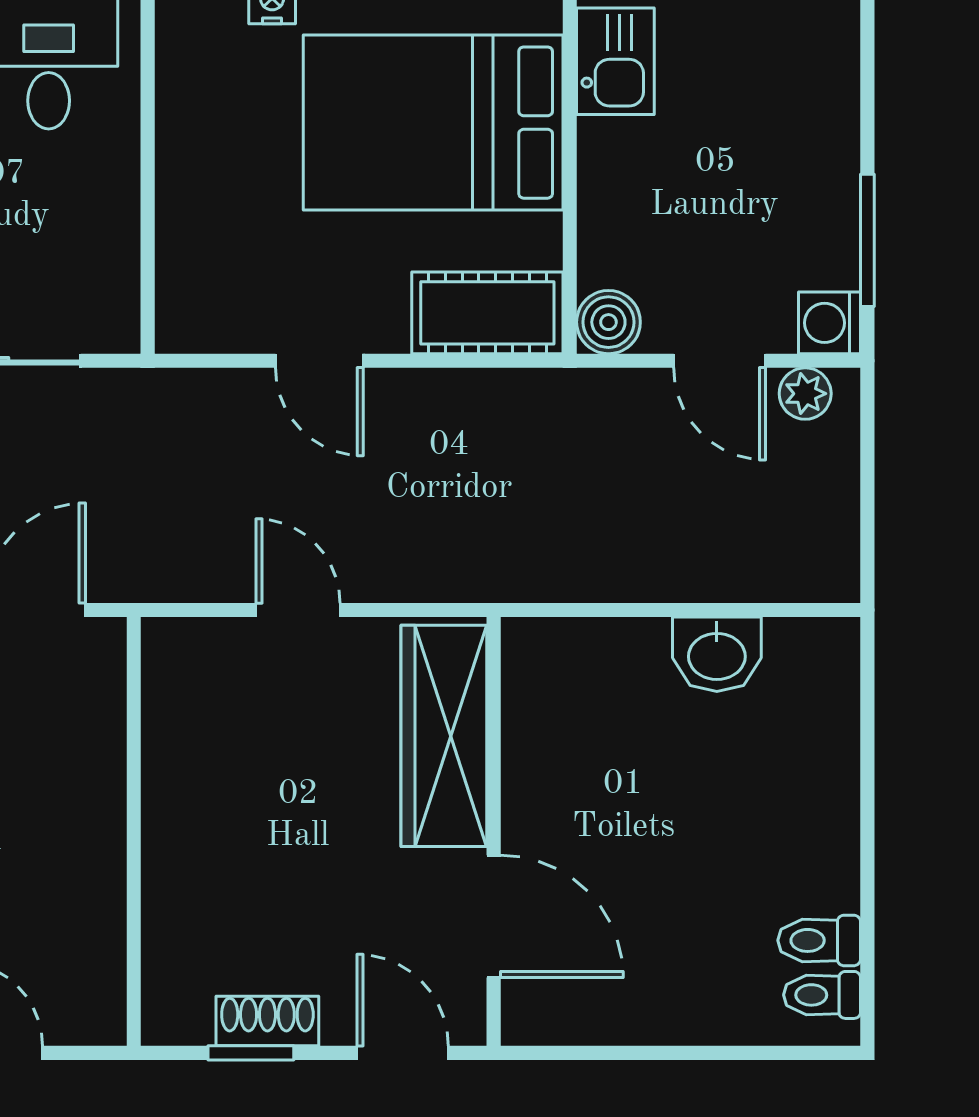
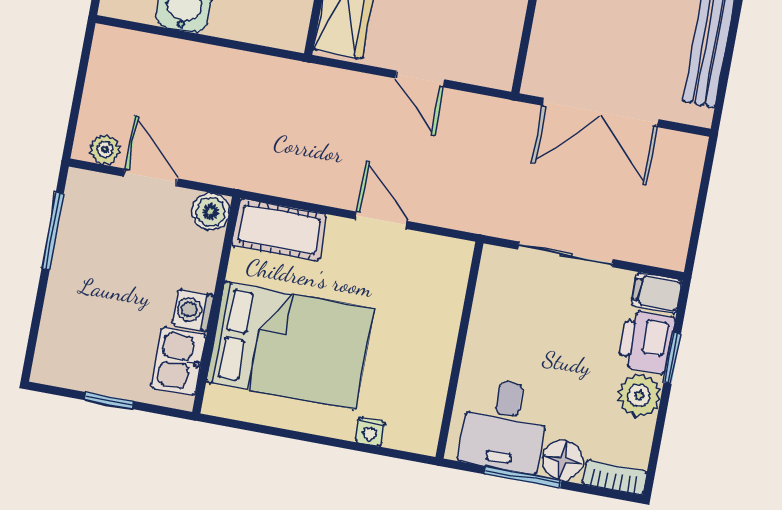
washing machine: (829, 323) -> (193, 310), moved, turned 180

